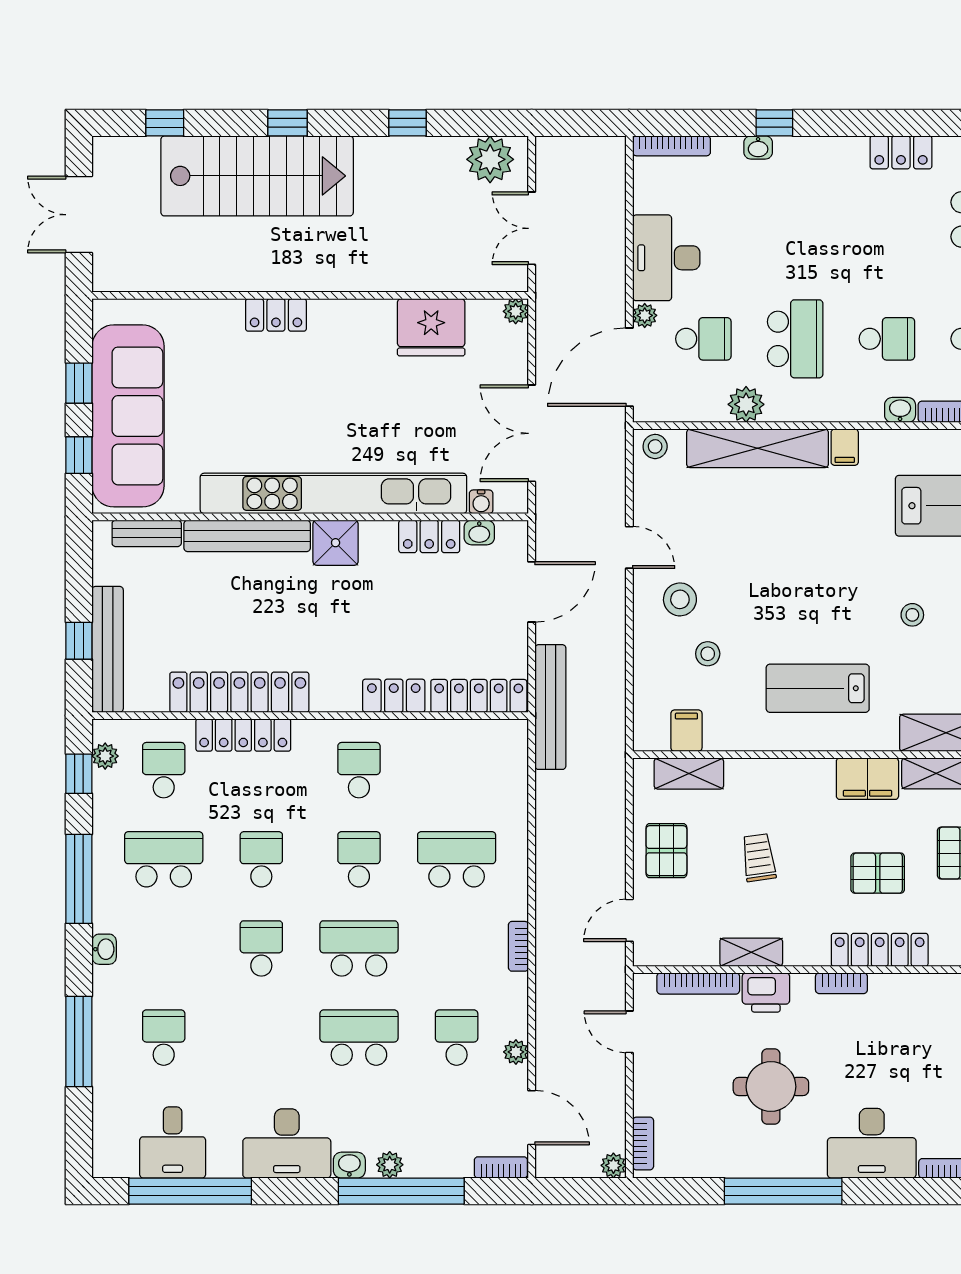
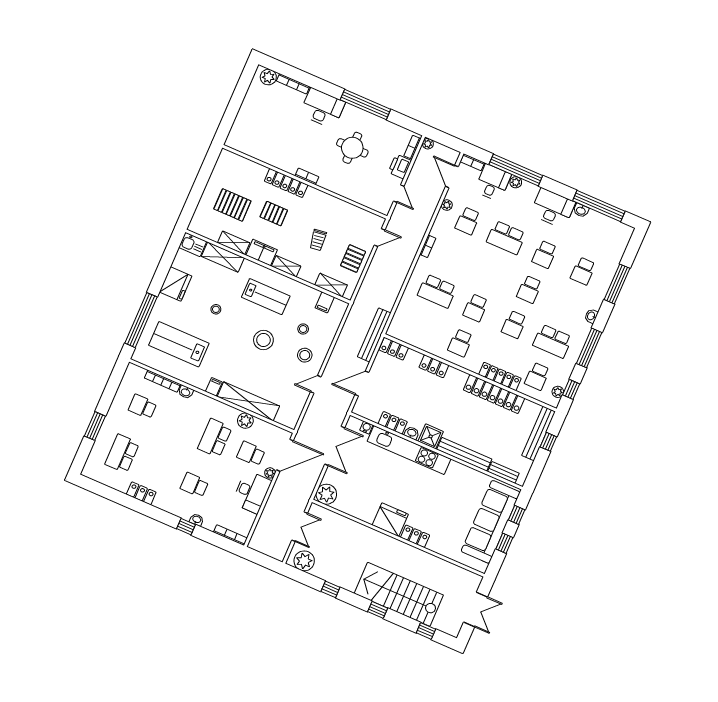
plant: (516, 311) -> (326, 494), width x1.87, depth x1.87
fridge: (431, 327) -> (390, 520), moved
school desk: (887, 339) -> (194, 485), moved
stool: (655, 446) -> (263, 340), moved, width x1.89, depth x1.89
kitchen unit: (333, 493) -> (409, 450), width x0.73
washbasin: (479, 532) -> (412, 433), moved
door: (629, 547) -> (316, 384), hinge flipped
locker: (479, 696) -> (394, 349), width x0.66
school desk: (359, 948) -> (545, 254), moved, width x0.54
shelving: (751, 952) -> (286, 266), moved
bookcase: (698, 983) -> (363, 201), removed
printer: (766, 992) -> (400, 166), moved, turned -90
desk: (173, 1142) -> (493, 183), moved
washbasin: (349, 1165) -> (581, 210), moved

